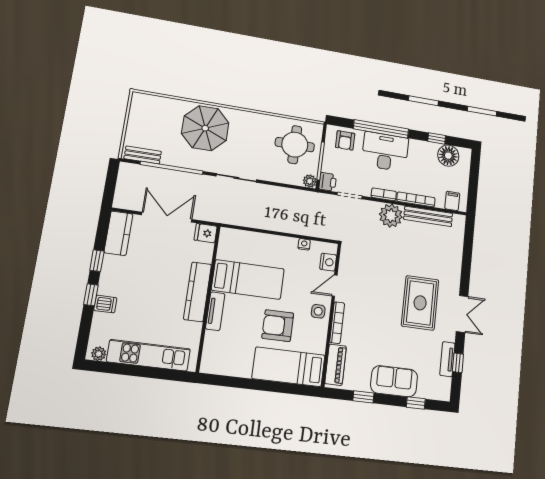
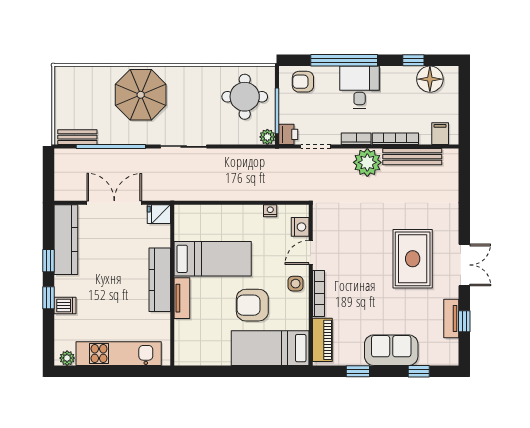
armchair: (345, 140) -> (303, 82), turned 90
desk: (385, 152) -> (360, 87), width x0.73
kitchen counter: (118, 233) -> (66, 240), width x1.50

